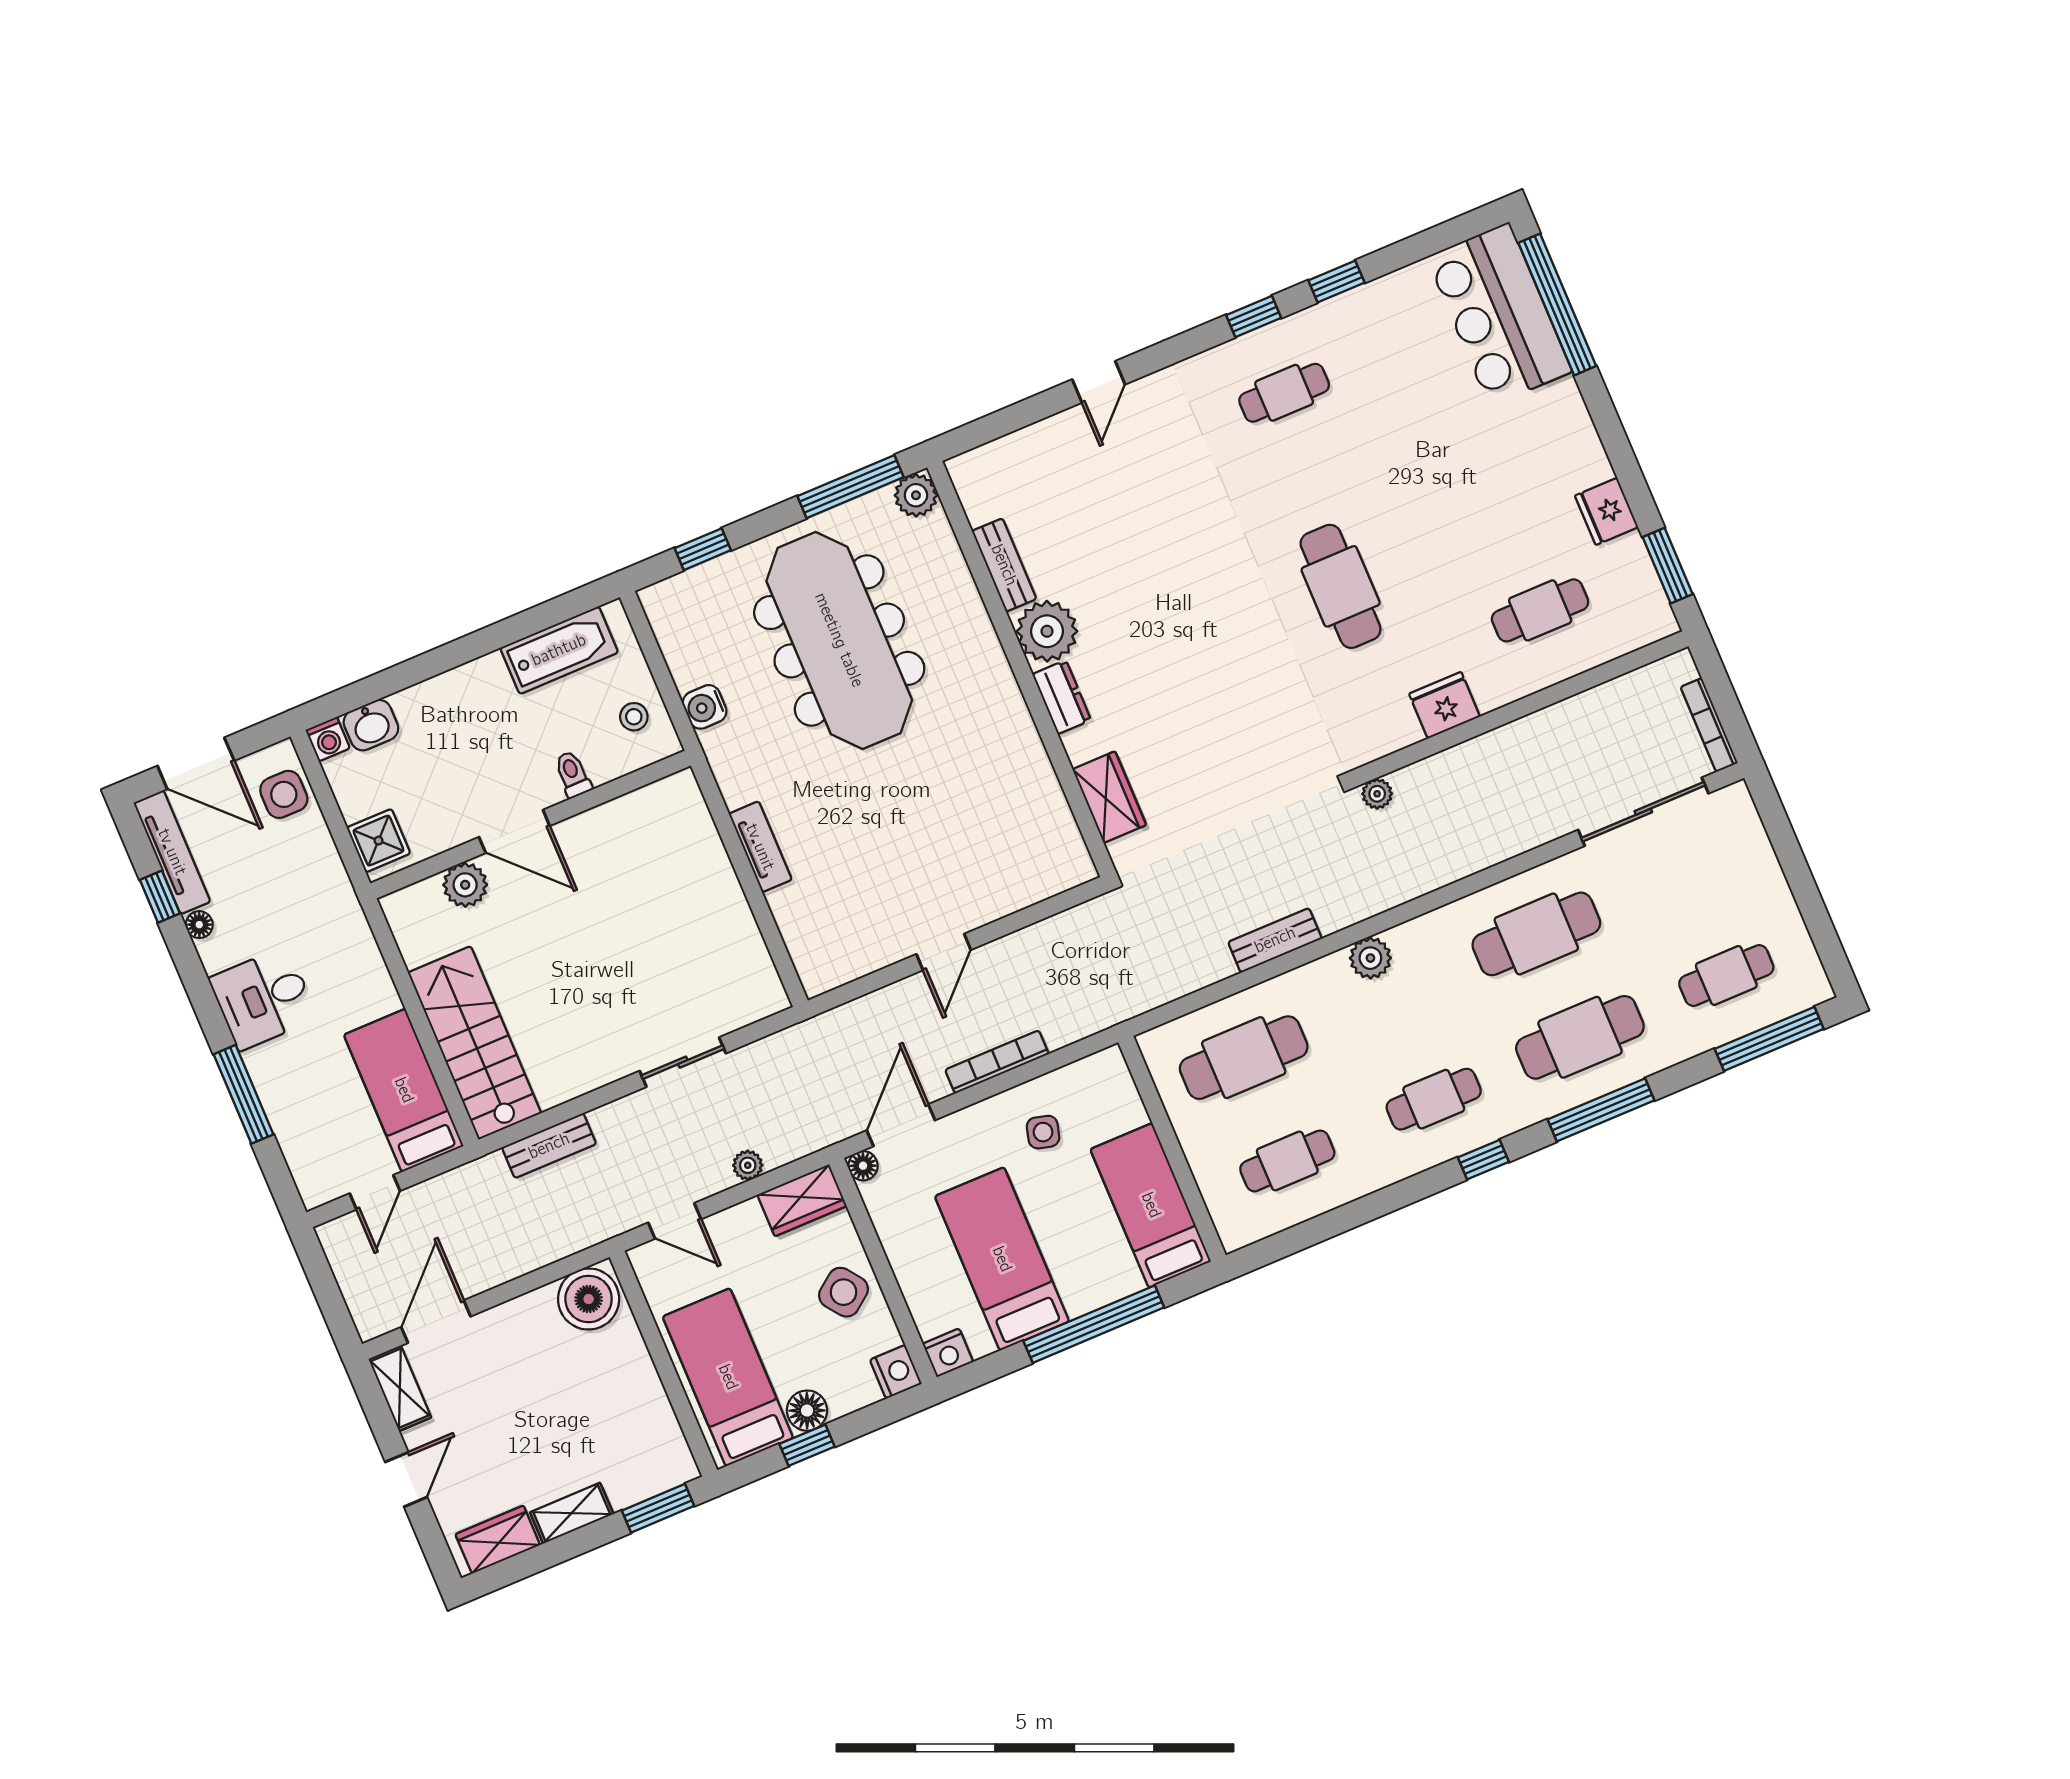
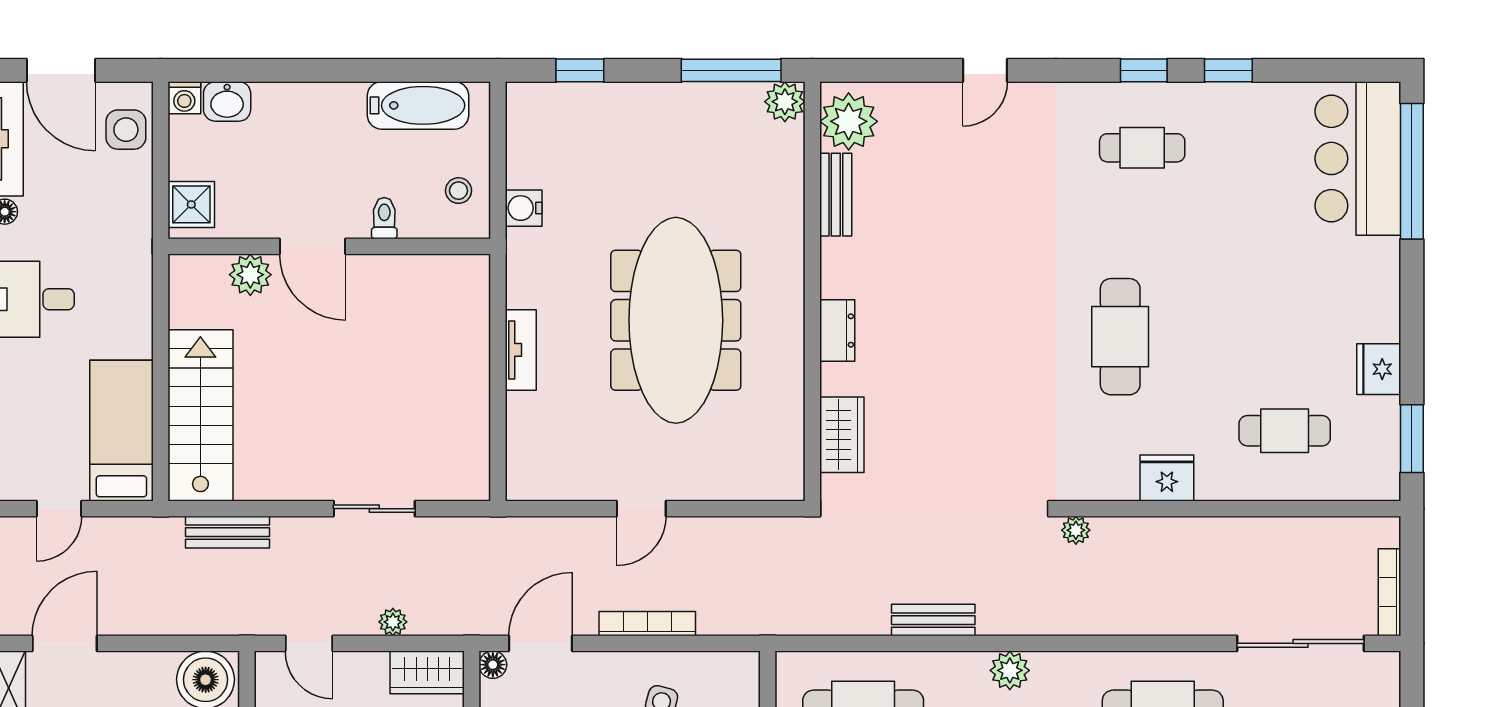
plant: (1047, 631) -> (849, 121), moved
meeting table: (839, 640) -> (676, 320), moved

